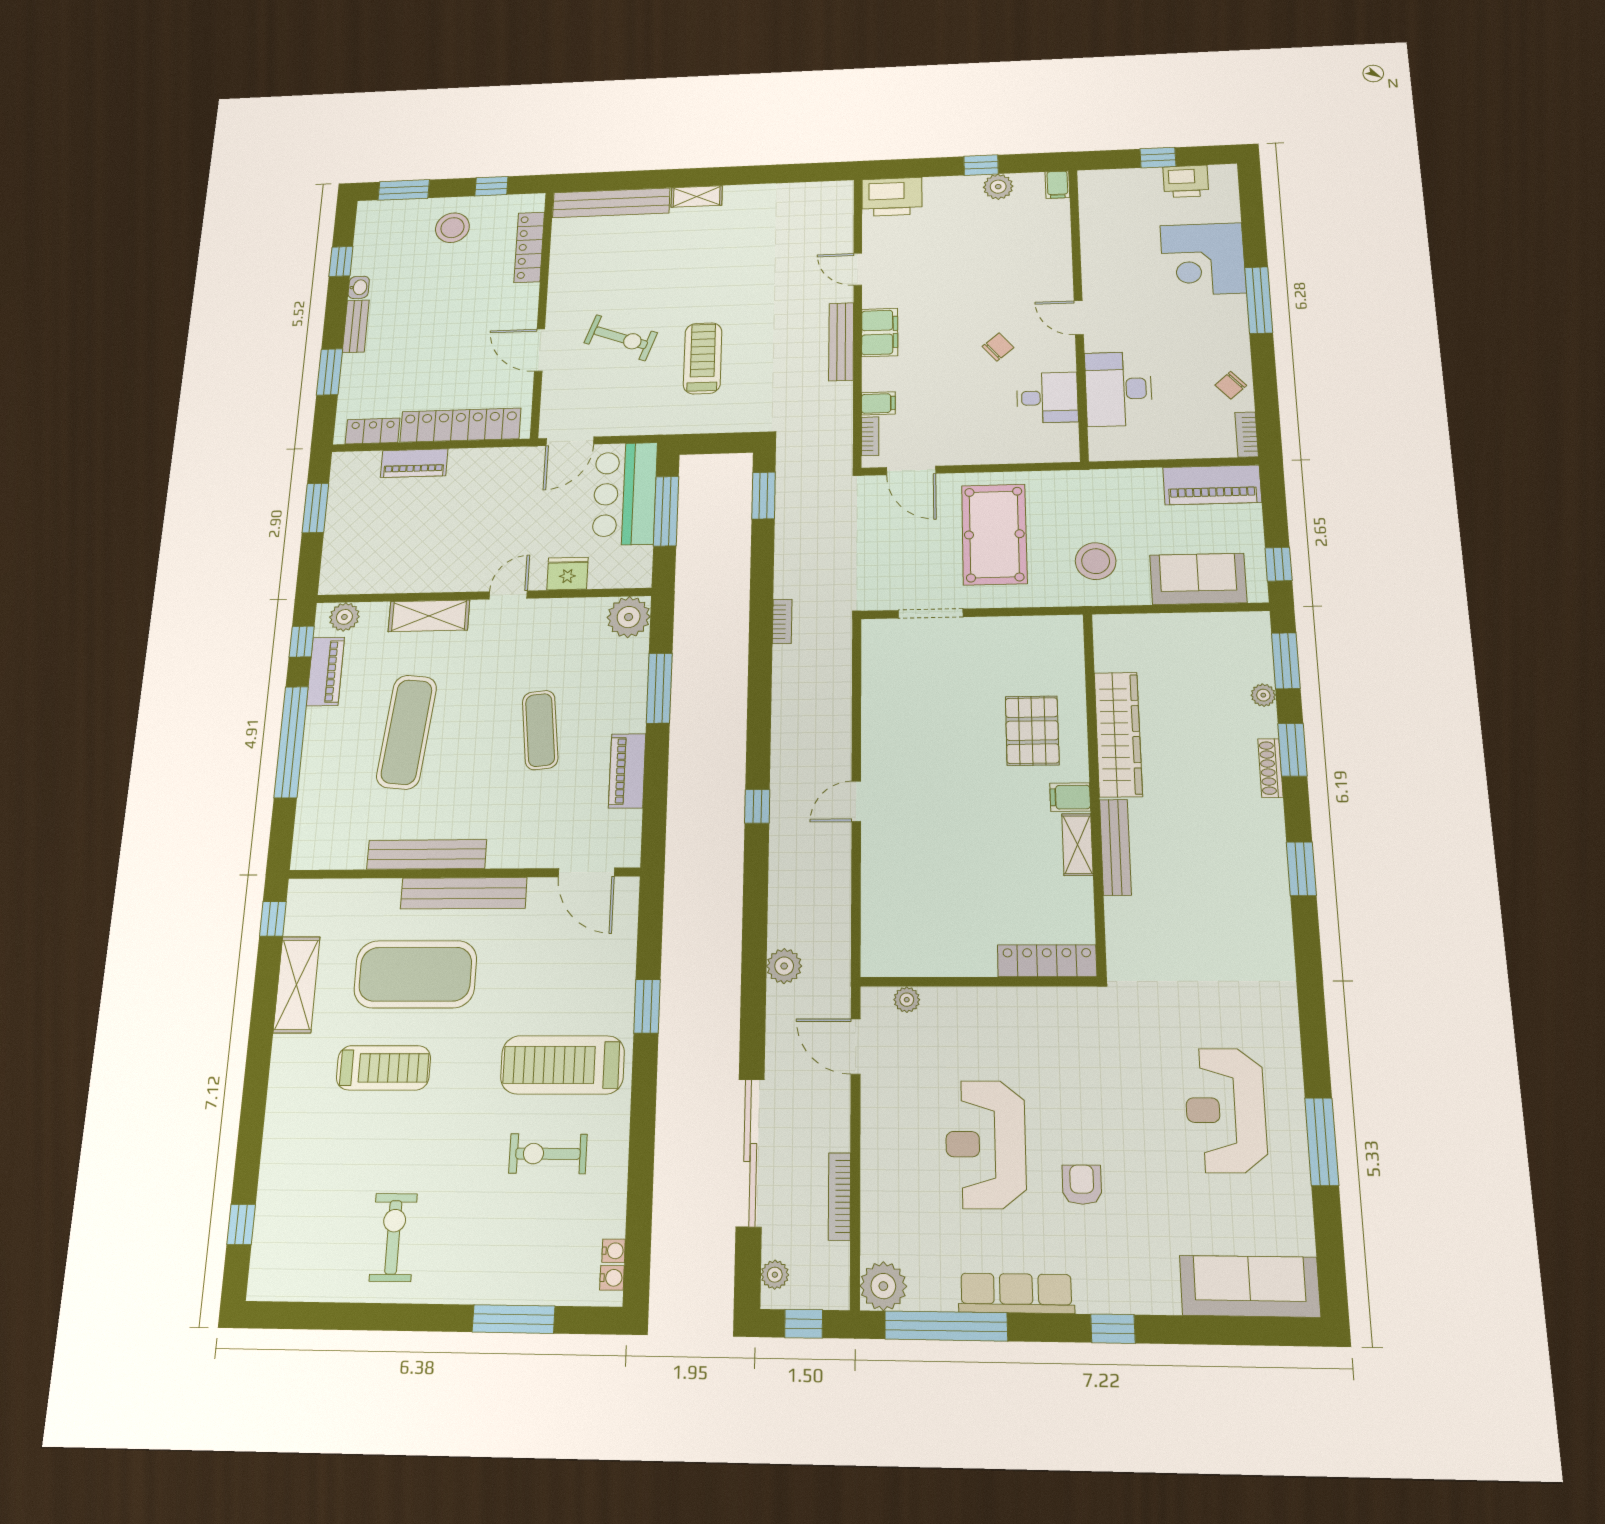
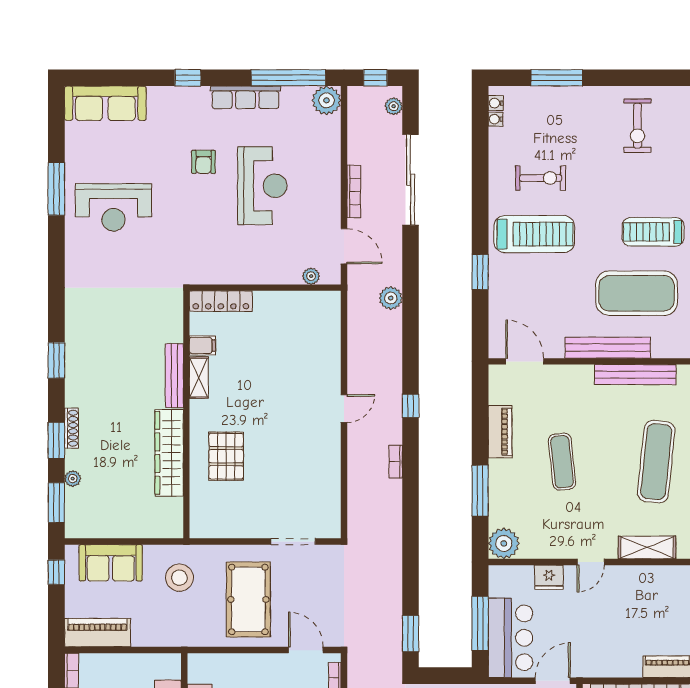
bookcase: (782, 622) -> (396, 462), moved
filing cabinet: (1070, 797) -> (202, 345), moved
reception desk: (1226, 1110) -> (113, 207), turned 90
bookcase: (839, 1196) -> (354, 191), moved

